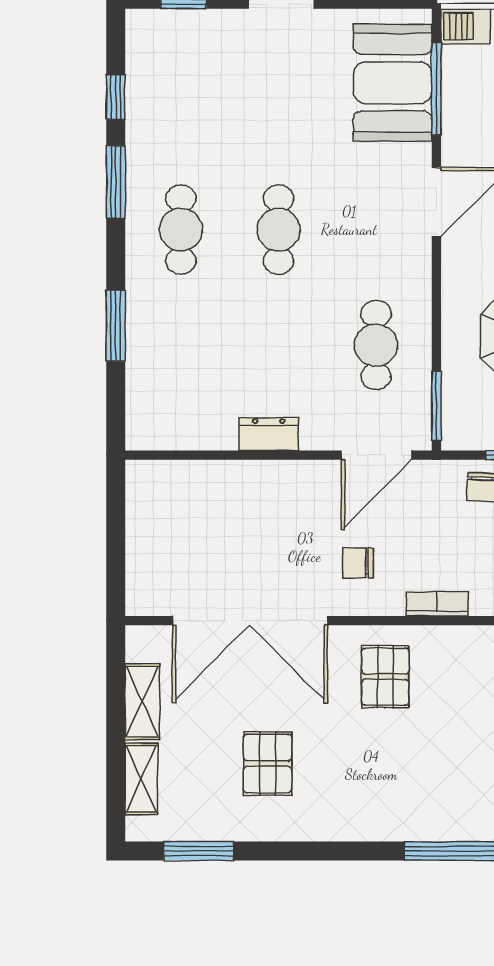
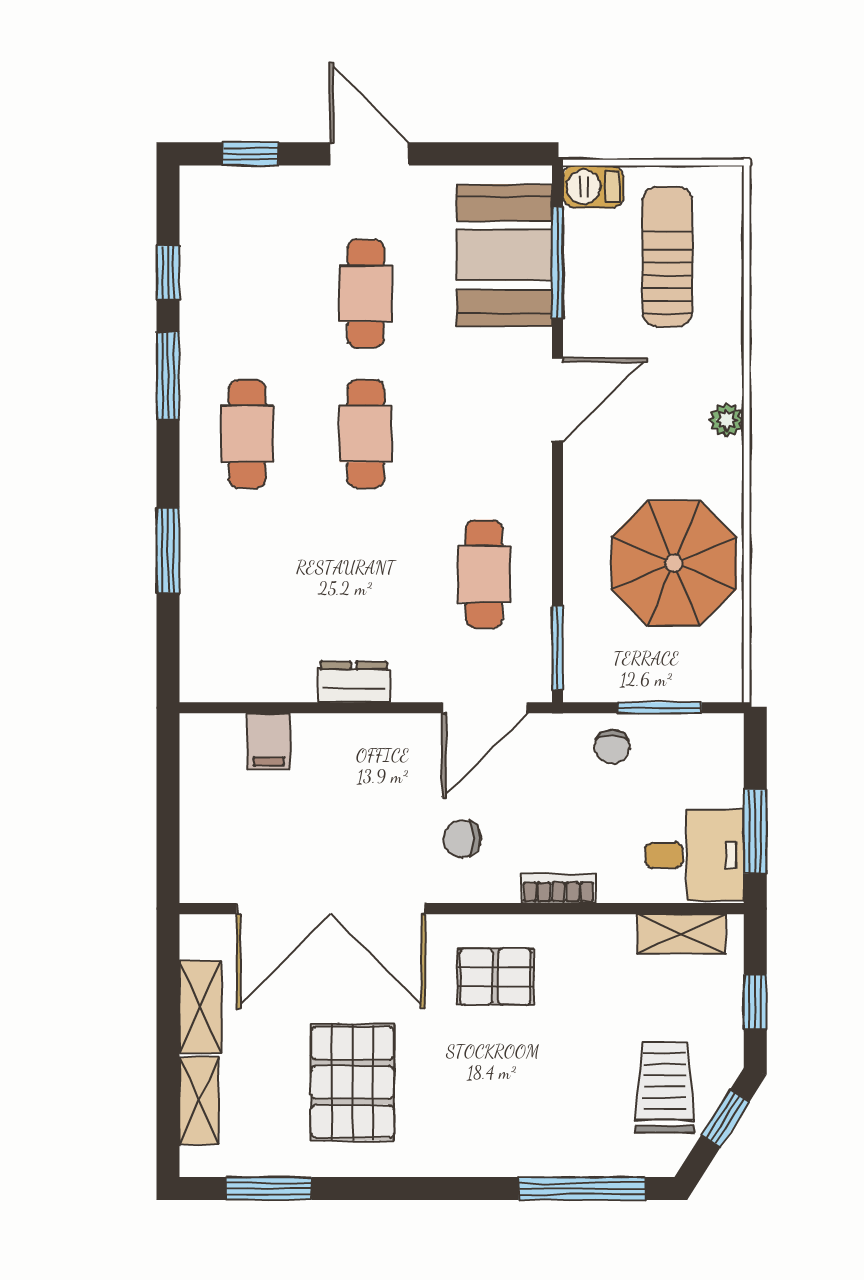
cafe table: (279, 114) -> (366, 293), added
filing cabinet: (199, 483) -> (269, 742), added
pallet: (385, 677) -> (495, 977), turned 90
pallet: (268, 764) -> (352, 1082), width x1.50, depth x1.42

